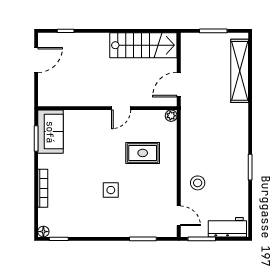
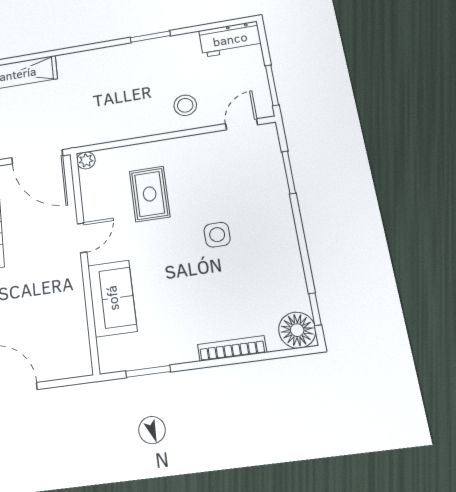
door: (179, 85) -> (37, 157), width x1.36
door: (121, 108) -> (82, 238), hinge flipped
sofa: (50, 132) -> (112, 298), moved, turned 90
workbench: (227, 227) -> (230, 39), moved, turned -90
floor lamp: (43, 232) -> (297, 330), width x1.89, depth x1.89

